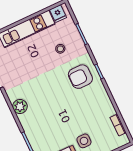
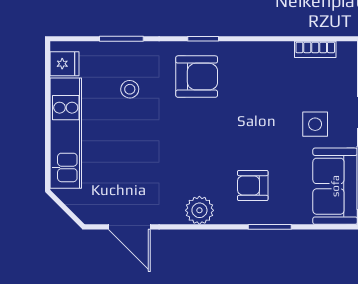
armchair: (80, 77) -> (197, 77), turned -90
armchair: (43, 126) -> (253, 185), added

